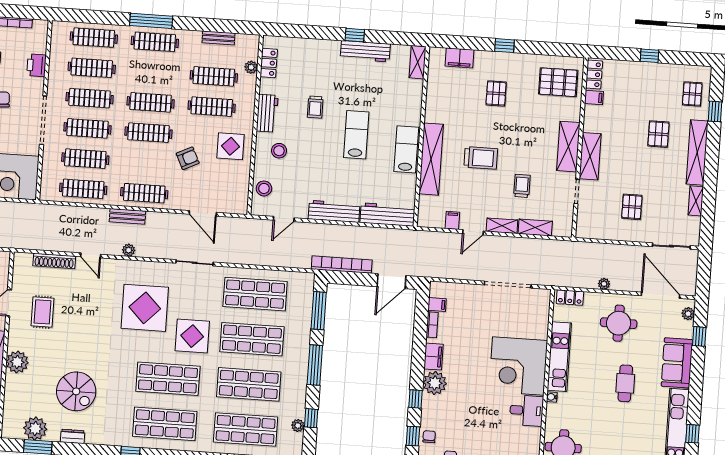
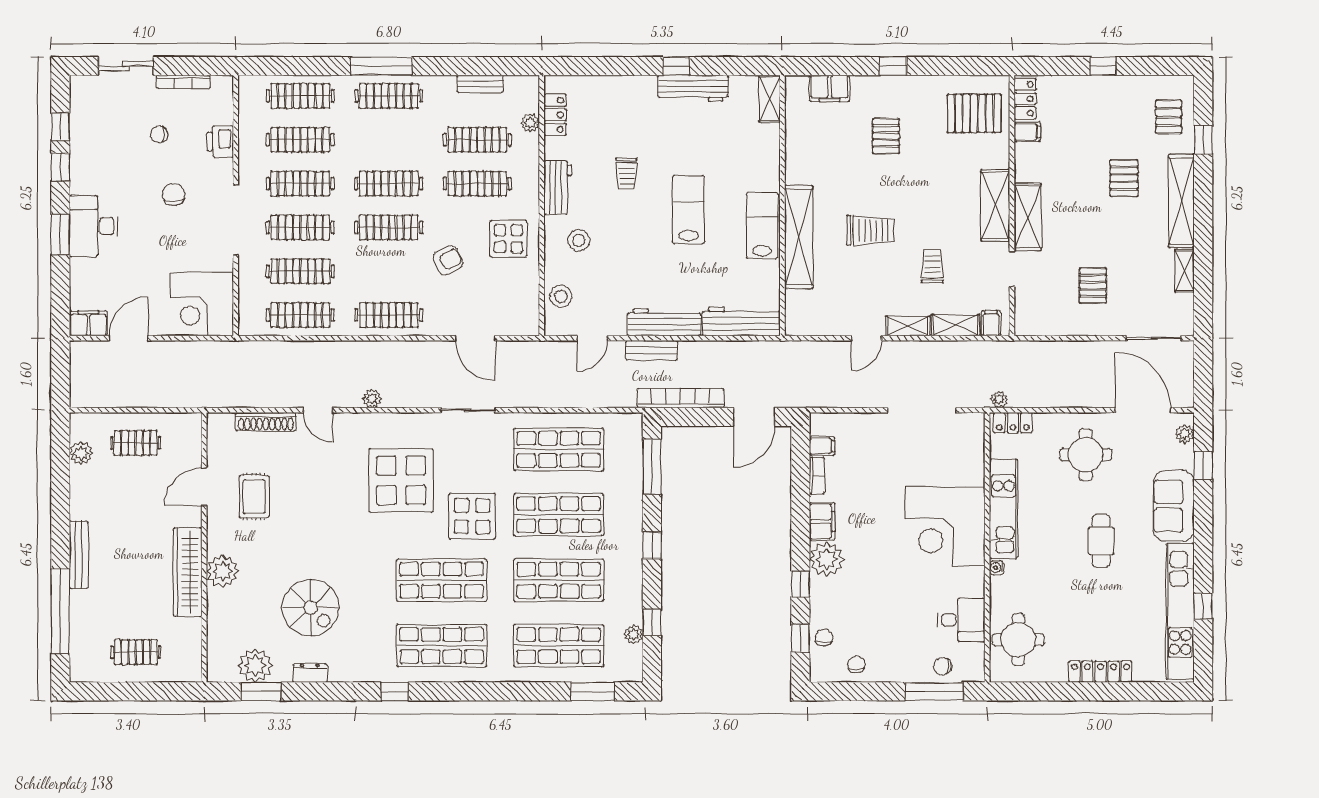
bench: (127, 216) -> (652, 350), moved
filing cabinet: (452, 220) -> (991, 323), moved
plant: (604, 284) -> (999, 399), moved
window: (315, 365) -> (652, 546), width x0.46
desk: (526, 411) -> (962, 620), moved

